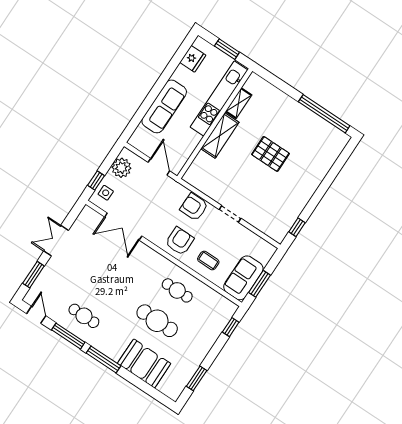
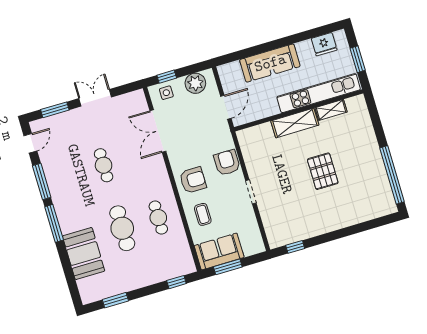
cafe table: (84, 316) -> (104, 165), moved

